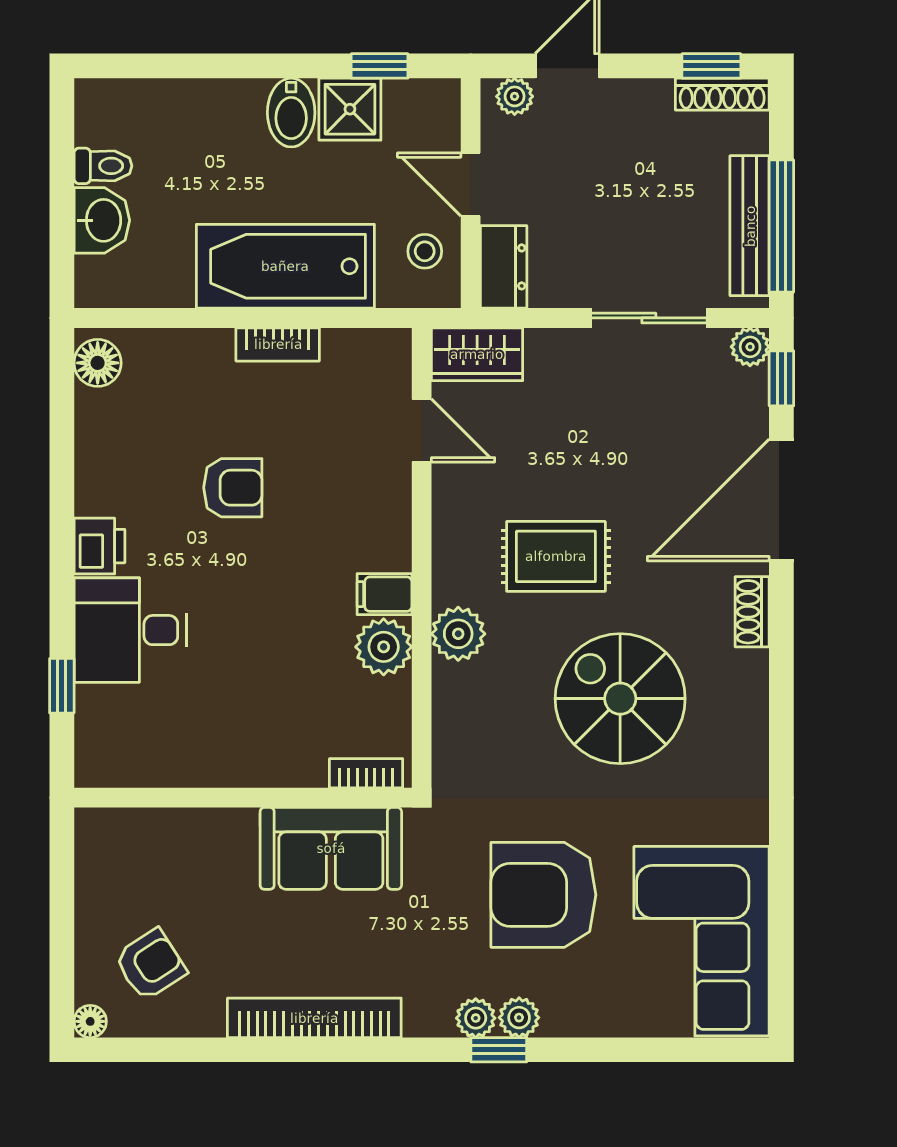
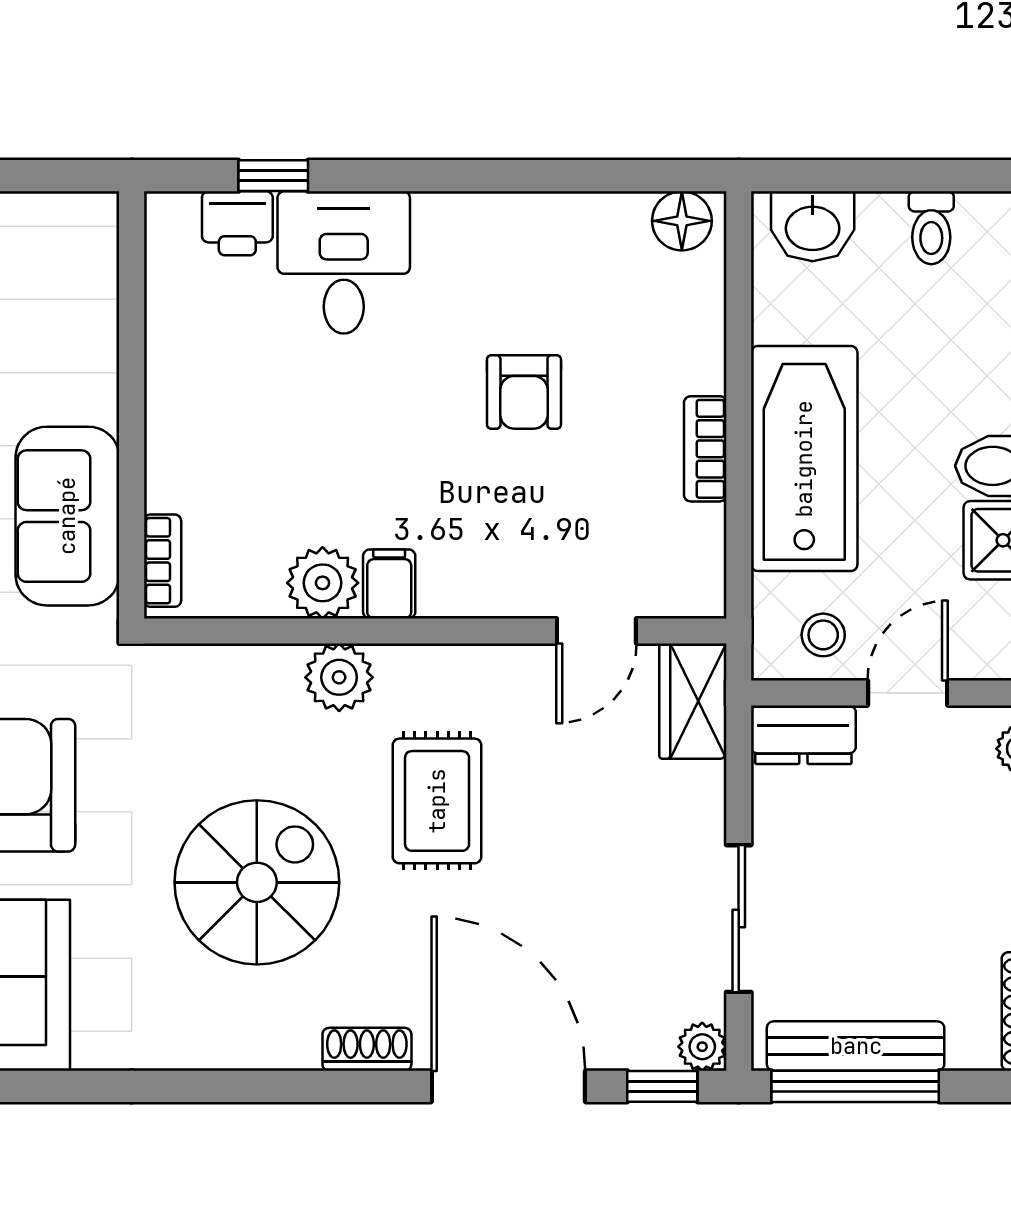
washbasin: (102, 220) -> (813, 226), moved
printer: (99, 546) -> (237, 223), moved

